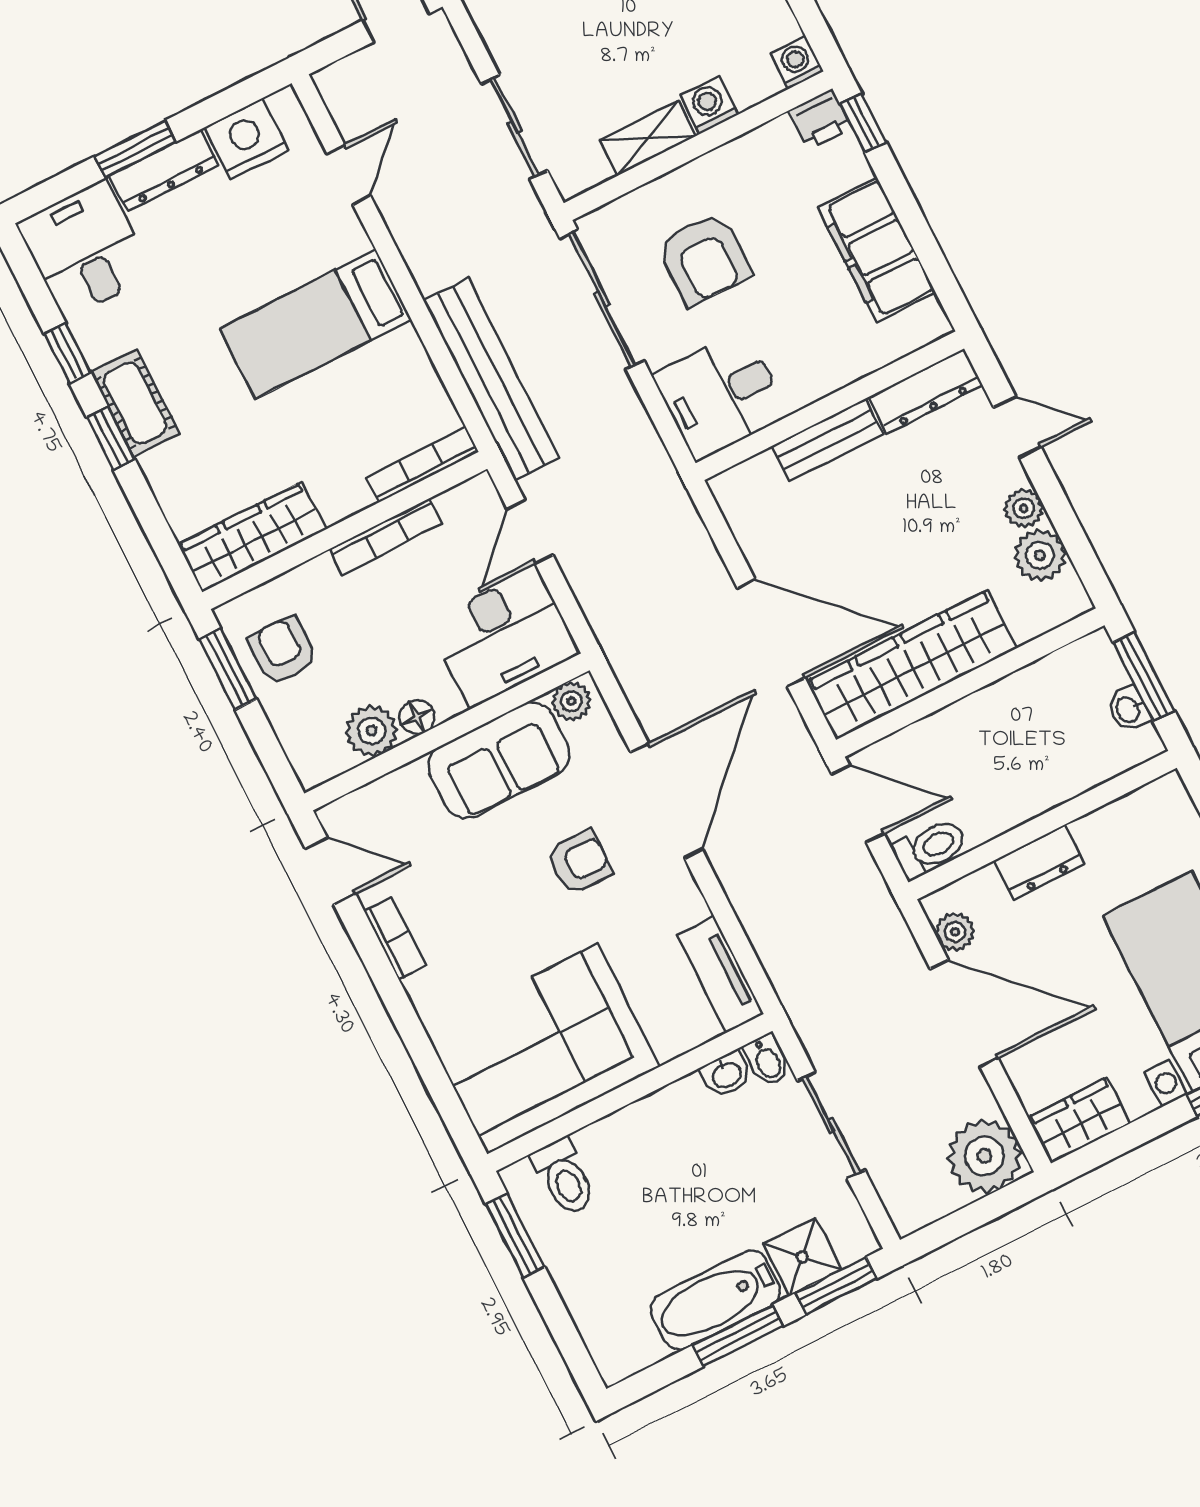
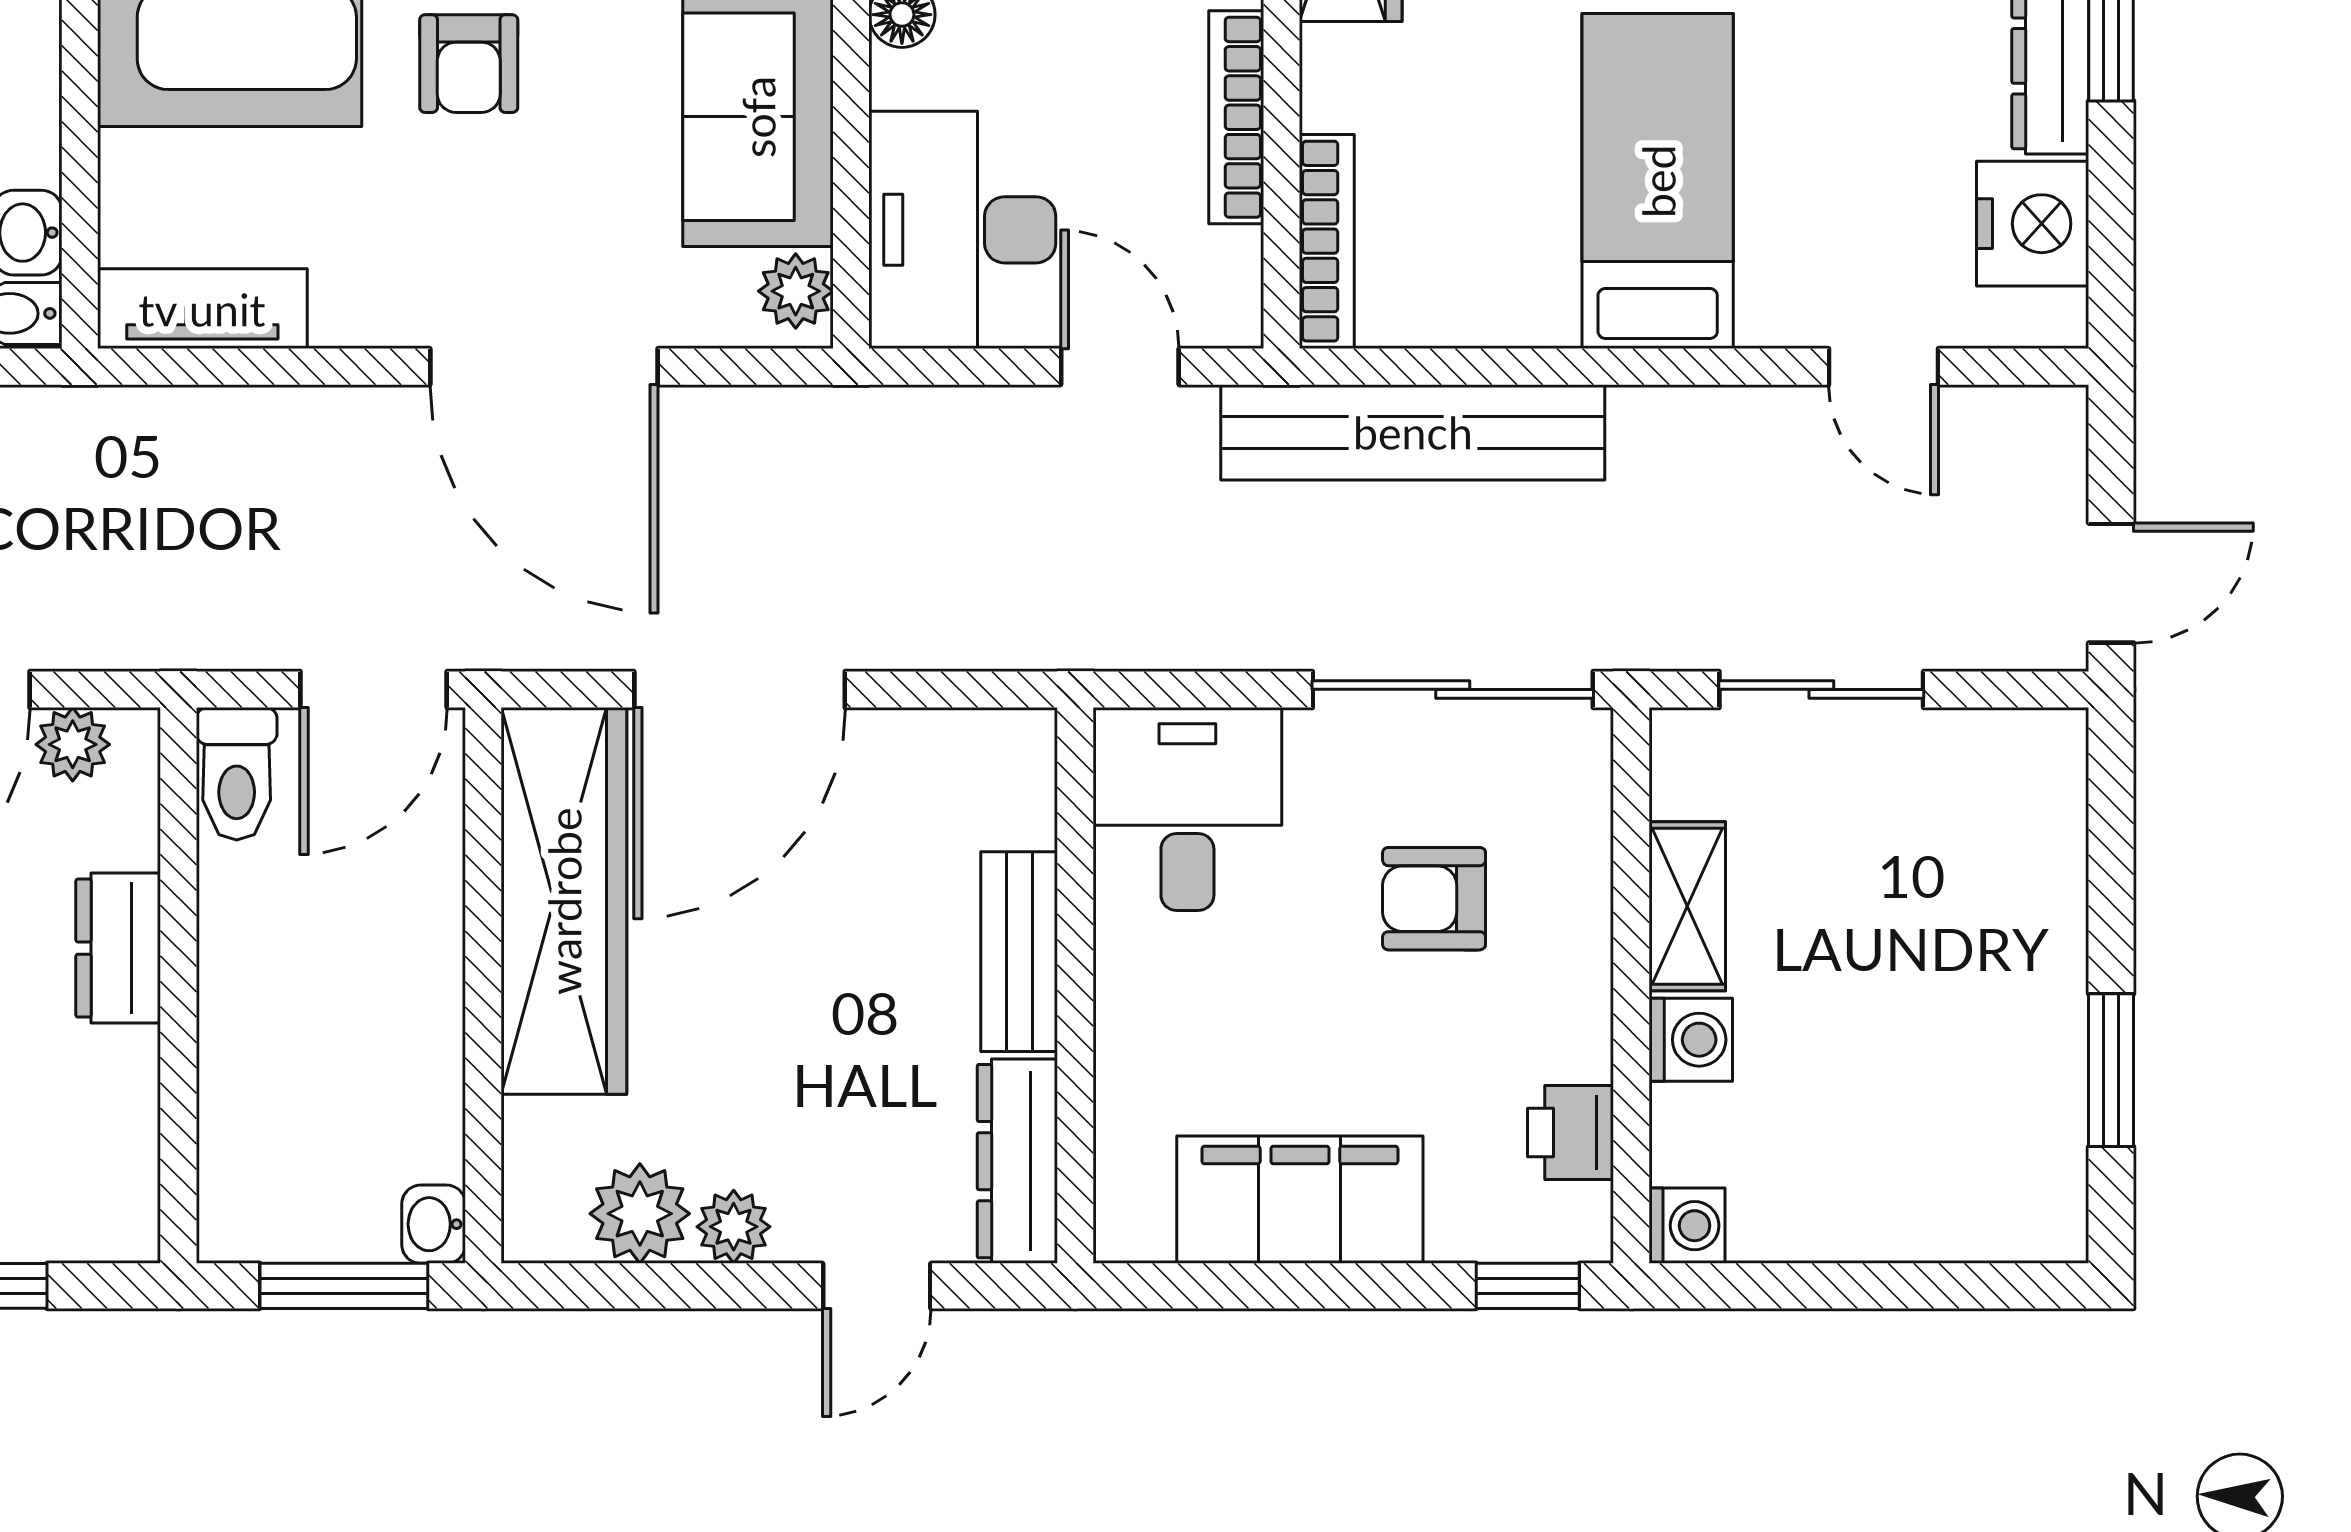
printer: (820, 119) -> (1571, 1132), moved
armchair: (704, 259) -> (1434, 899), width x0.72, depth x0.72
washbasin: (1129, 709) -> (434, 1224), moved, turned -90
armchair: (579, 862) -> (469, 64), moved

